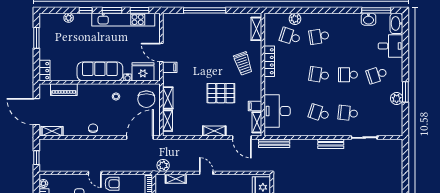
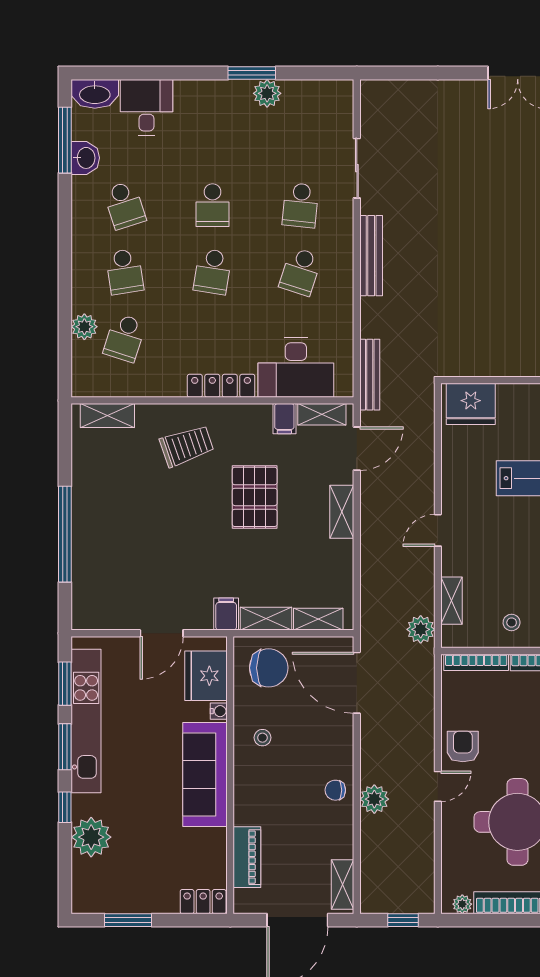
plant: (69, 18) -> (91, 837), width x1.87, depth x1.87
locker: (269, 61) -> (221, 386), moved
filing cabinet: (170, 67) -> (226, 614), moved
school desk: (377, 75) -> (125, 205), moved
bench: (331, 144) -> (371, 256), width x1.36
plant: (89, 145) -> (374, 799), added

